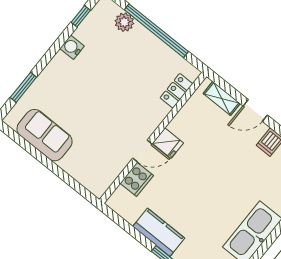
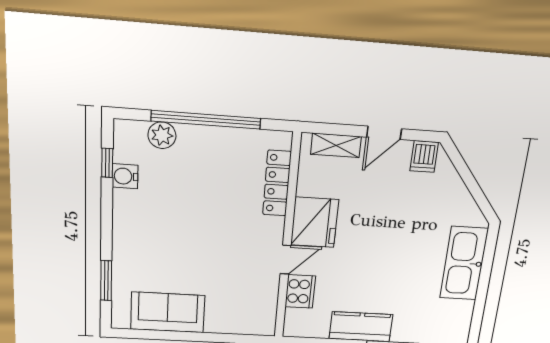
water cooler: (72, 47) -> (125, 176), moved
locker: (176, 91) -> (277, 183), width x1.53
fridge: (168, 143) -> (315, 222), width x1.88, depth x1.34

